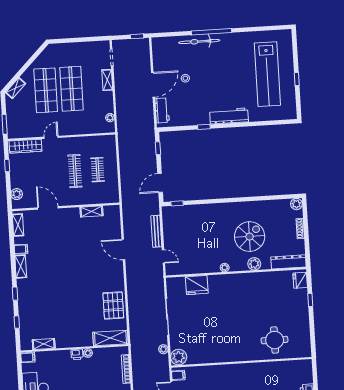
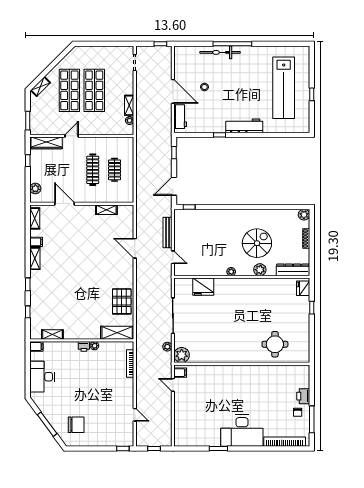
shelving: (107, 80) -> (129, 105), moved
door: (153, 85) -> (173, 91), hinge flipped

